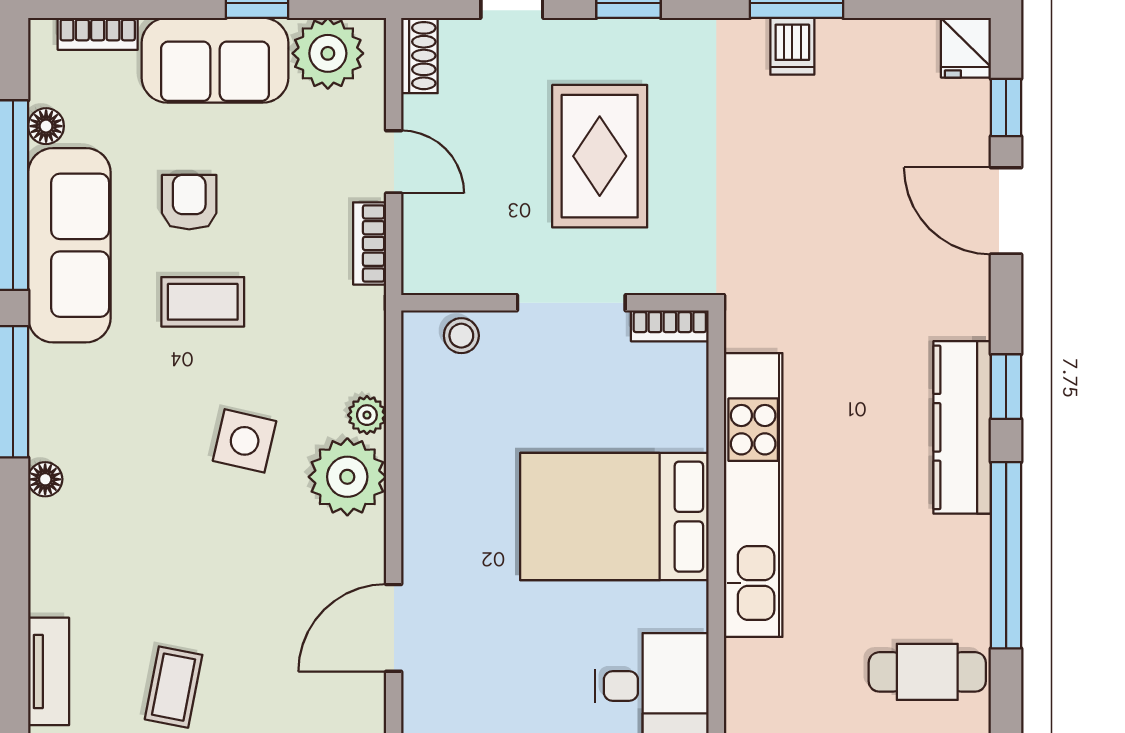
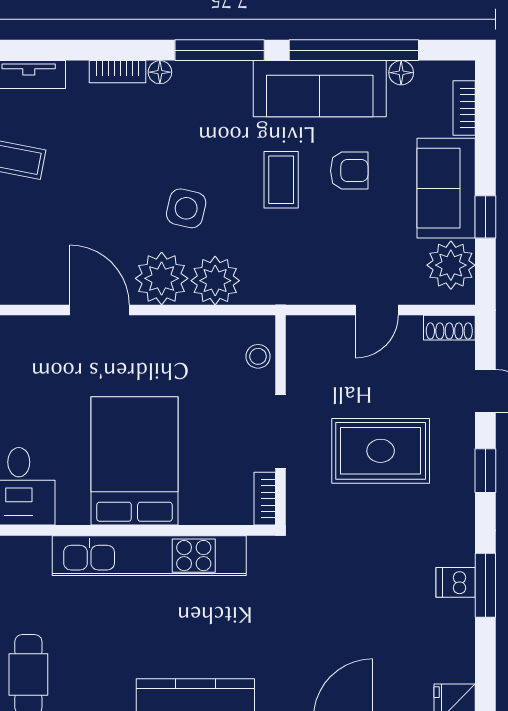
bookcase: (370, 243) -> (117, 72), moved, turned 180
plant: (367, 415) -> (215, 281), width x1.88, depth x1.88
door: (394, 628) -> (99, 310), moved

